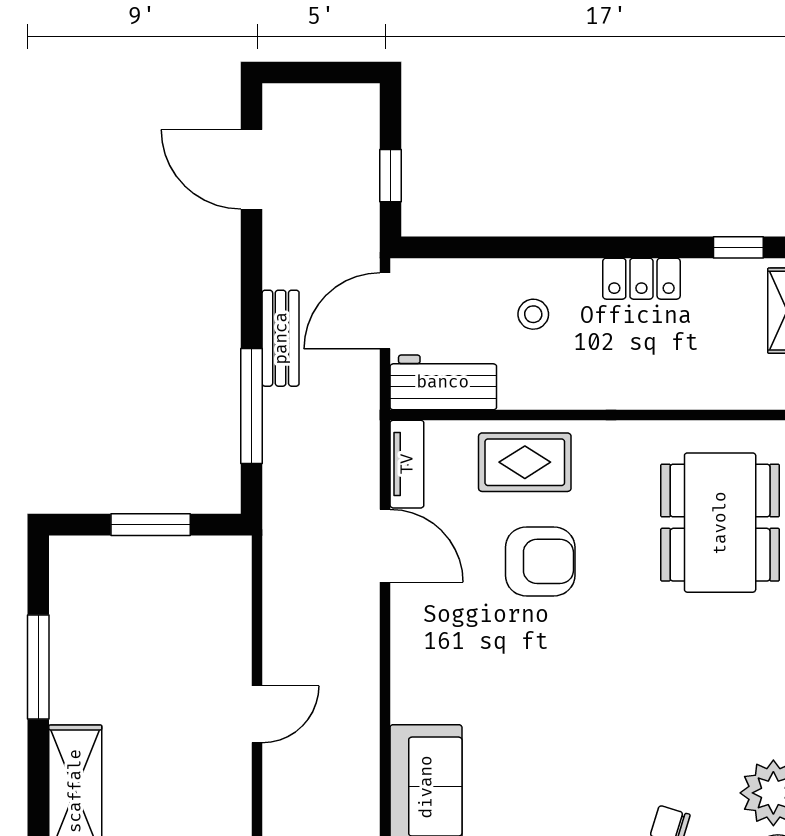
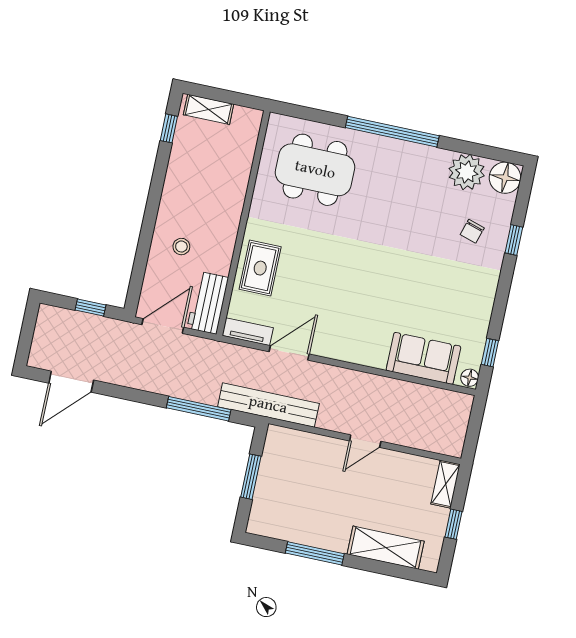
locker: (641, 279) -> (175, 184), removed
door: (385, 311) -> (163, 326), swing flipped
bench: (281, 338) -> (268, 405), moved, width x1.86, depth x1.21
armchair: (540, 561) -> (315, 271), removed
door: (257, 714) -> (365, 441), swing flipped

